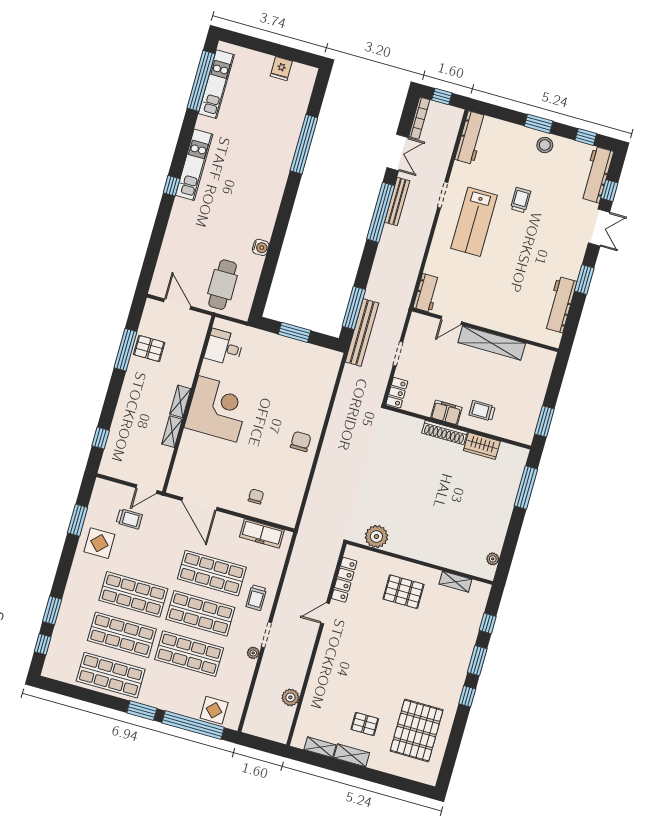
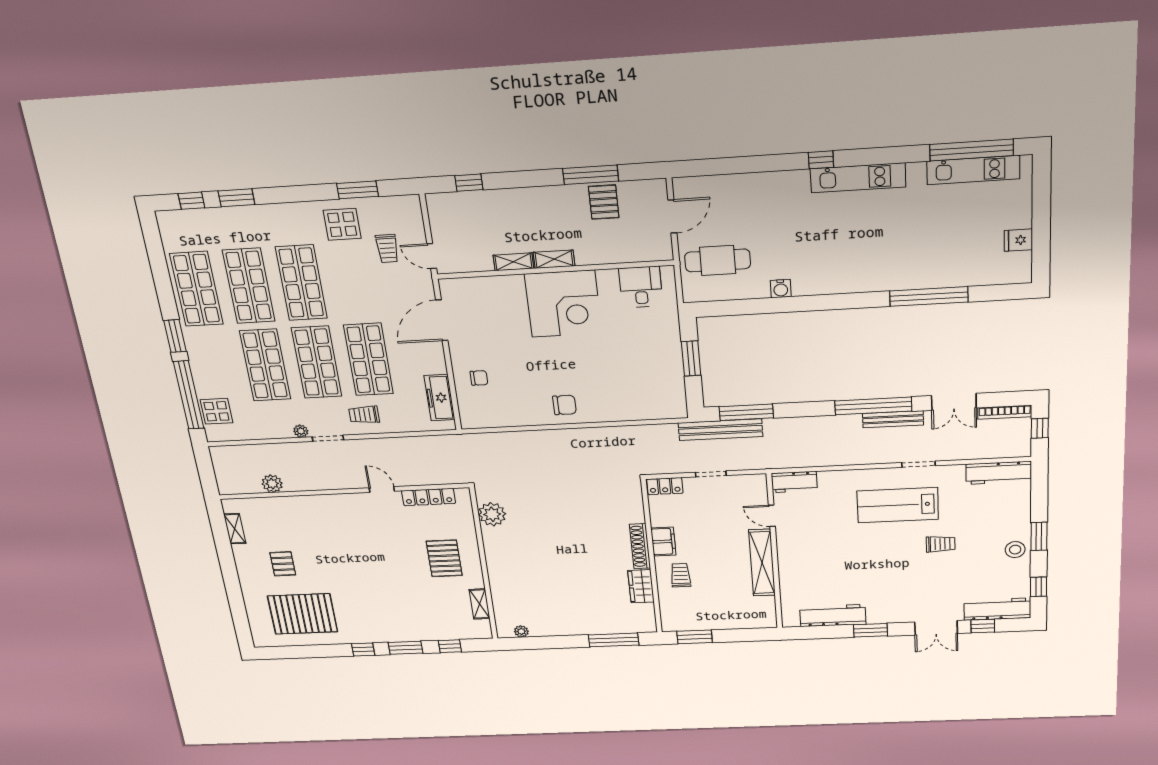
shelving: (352, 755) -> (243, 561), removed

